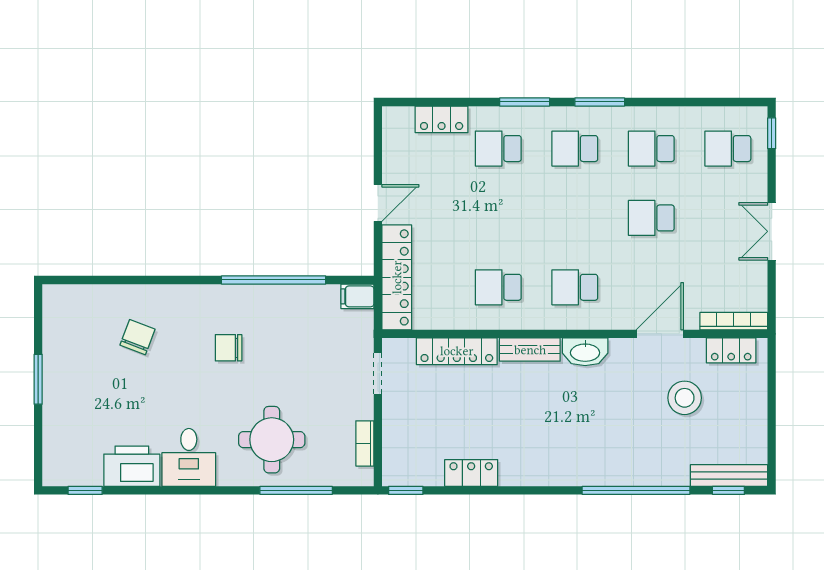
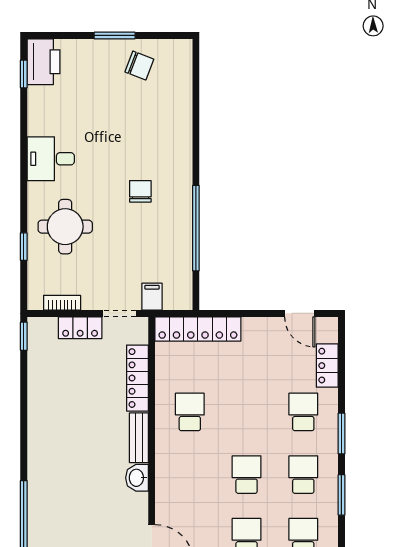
door: (378, 203) -> (300, 313), moved
school desk: (575, 287) -> (247, 475), moved
filing cabinet: (357, 296) -> (152, 297), moved
chair: (137, 337) -> (139, 66), moved
washbasin: (585, 352) -> (137, 478), width x0.72
printer: (132, 466) -> (43, 62), moved
locker: (471, 473) -> (80, 328), moved, turned 90
window: (296, 490) -> (24, 247), width x0.46

